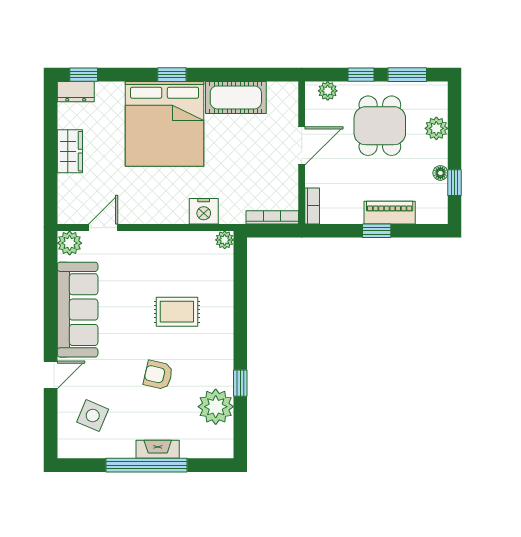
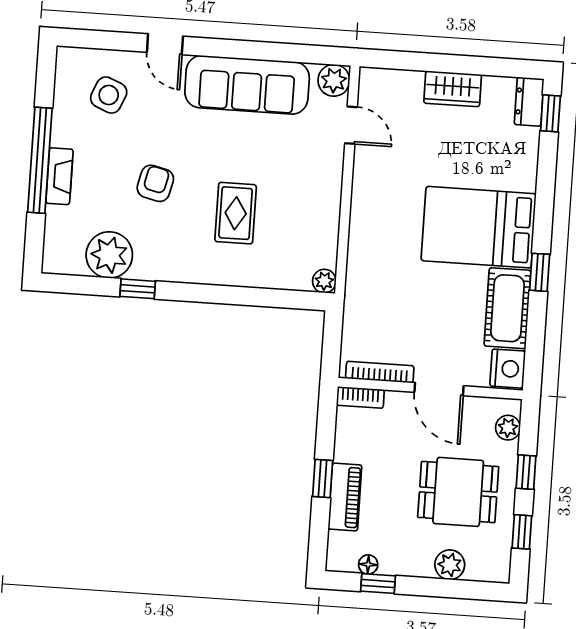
window: (172, 75) -> (540, 272), moved
window: (407, 75) -> (522, 532), width x0.67
bed: (165, 124) -> (479, 227), width x0.73
floor lamp: (440, 173) -> (368, 565), moved
nightstand: (204, 211) -> (508, 369), moved, turned 180
bookcase: (272, 217) -> (380, 372), moved, turned -90

